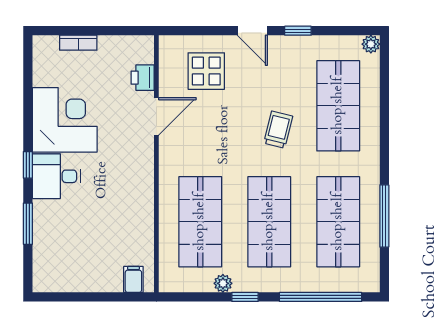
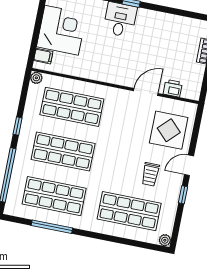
display table: (206, 71) -> (169, 130), width x1.36, depth x1.36
door: (156, 116) -> (146, 92), swing flipped
corner desk: (65, 120) -> (61, 30), moved, turned -90
trolley: (278, 130) -> (150, 174), moved, turned 76
plant: (223, 283) -> (36, 78), moved

